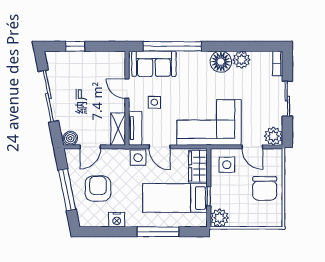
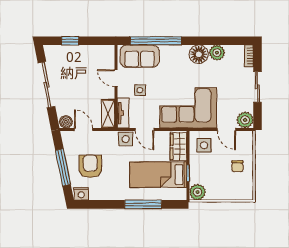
door: (90, 147) -> (83, 129), swing flipped
chair: (265, 188) -> (237, 166), width x0.54, depth x0.54
nightstand: (117, 220) -> (81, 194), moved

